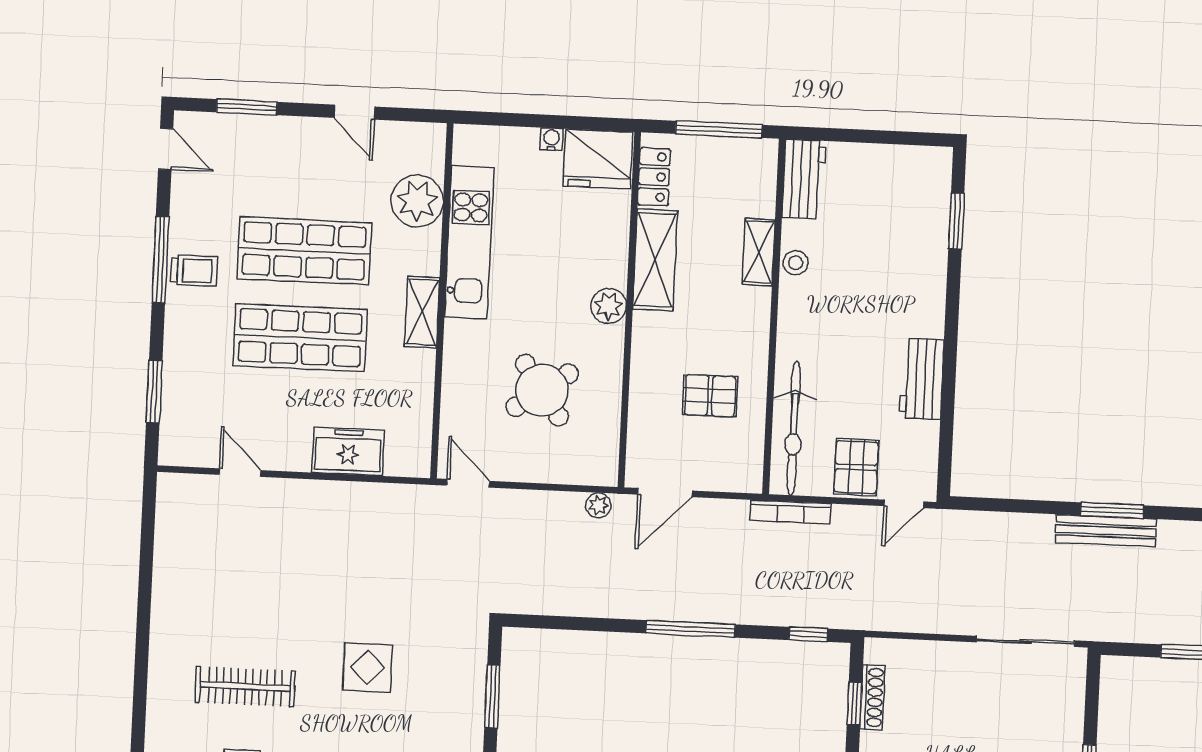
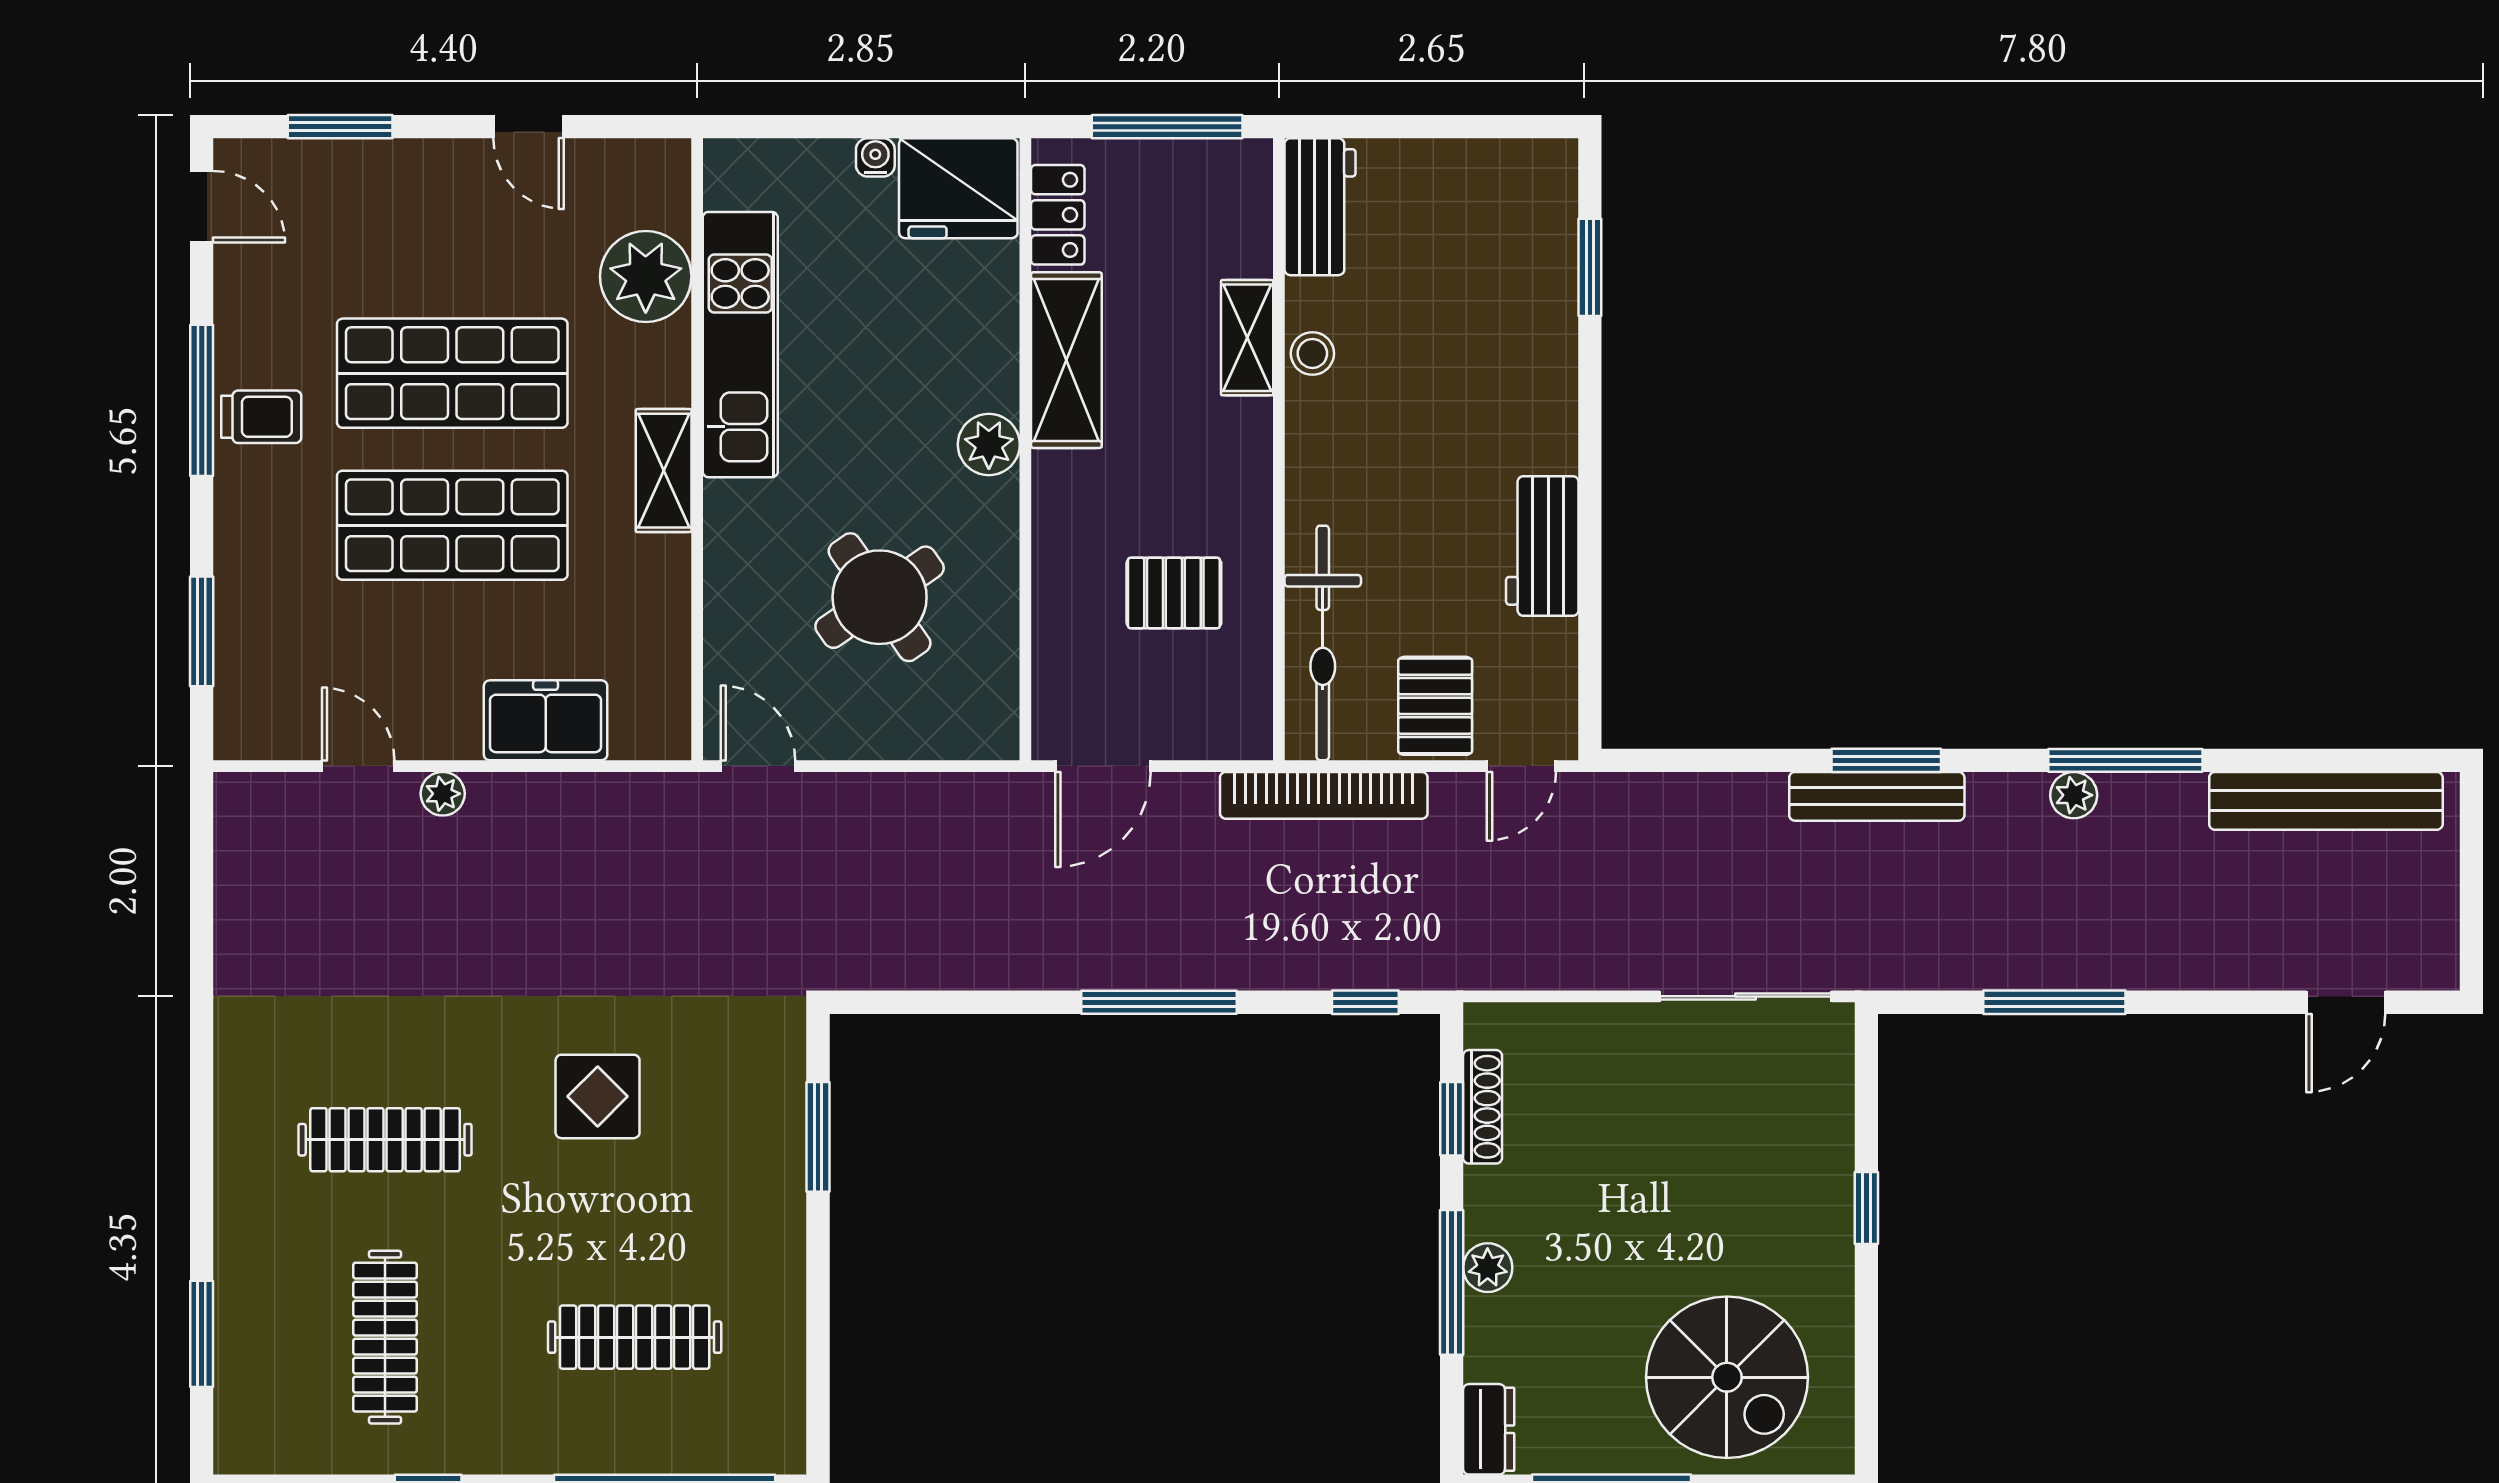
plant: (598, 505) -> (443, 794), moved
bookcase: (790, 512) -> (1324, 795), width x1.48, depth x1.31

